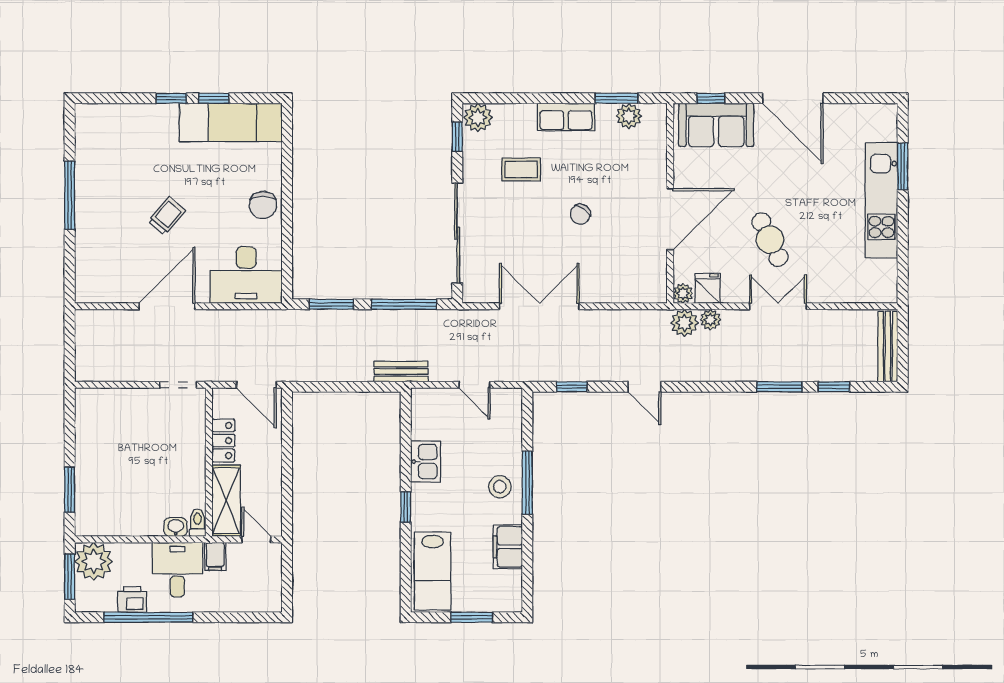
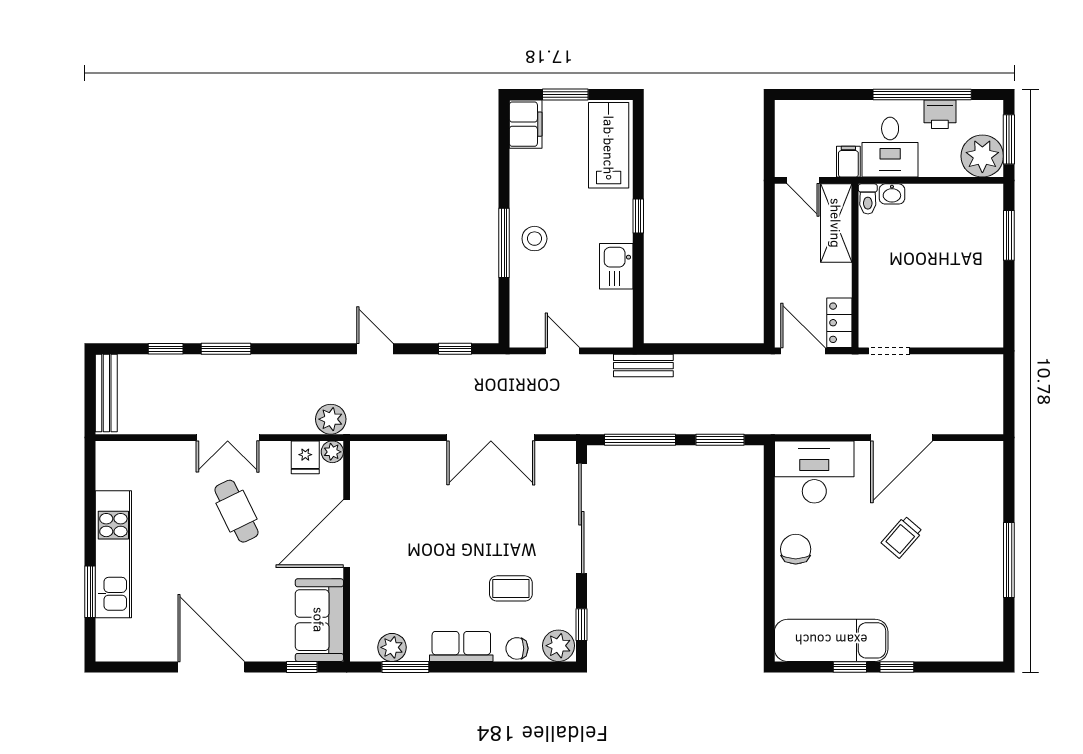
sofa: (716, 125) -> (319, 620), moved, turned -90
chair: (580, 214) -> (517, 648), moved, turned -125
plant: (710, 320) -> (302, 423), removed
locker: (223, 441) -> (839, 323), moved
filing cabinet: (508, 547) -> (526, 124), moved

